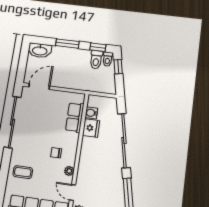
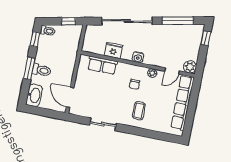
toilet: (96, 60) -> (42, 70), moved
window: (118, 67) -> (68, 21), moved
water cooler: (91, 113) -> (138, 57), moved
sliding door: (12, 122) -> (103, 124), width x0.54
coffee table: (23, 172) -> (139, 111), moved

